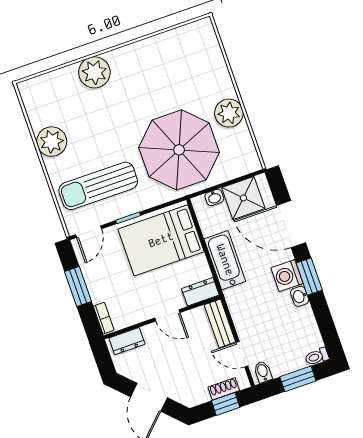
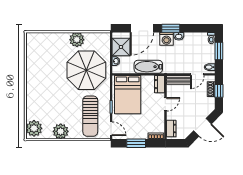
plant: (94, 72) -> (34, 128), moved

